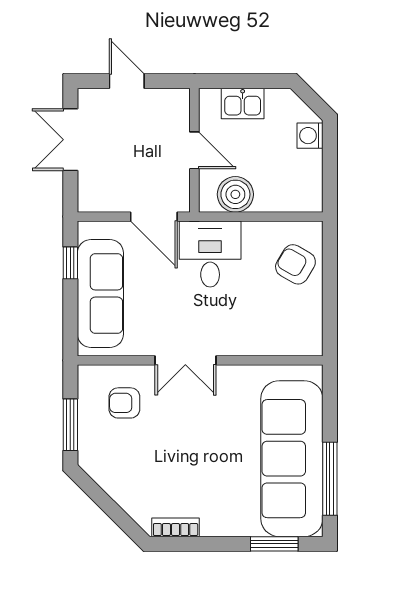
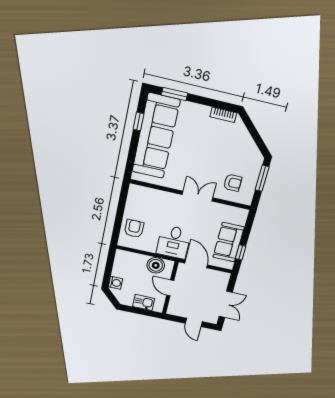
armchair: (295, 264) -> (134, 229), turned -120
sofa: (100, 294) -> (229, 242), width x0.73
window: (330, 479) -> (138, 121), width x0.46

